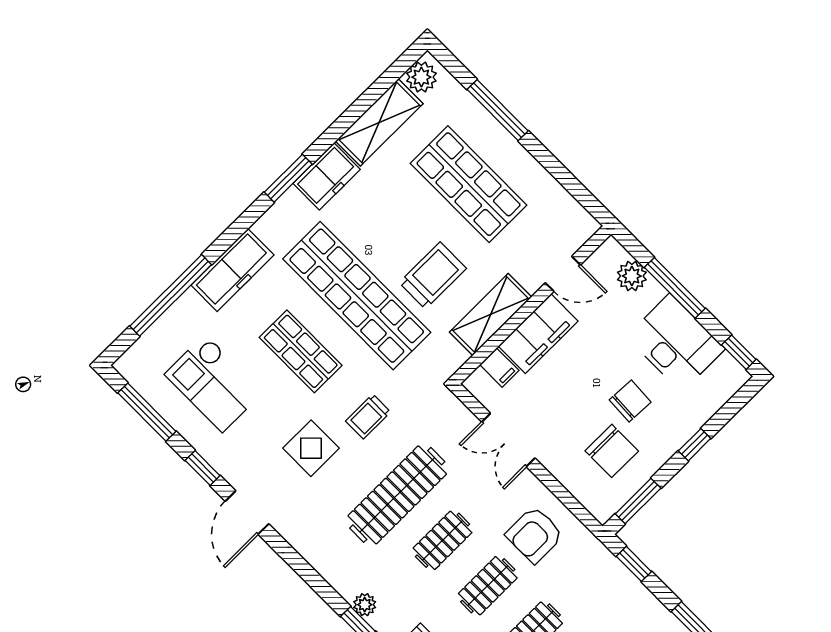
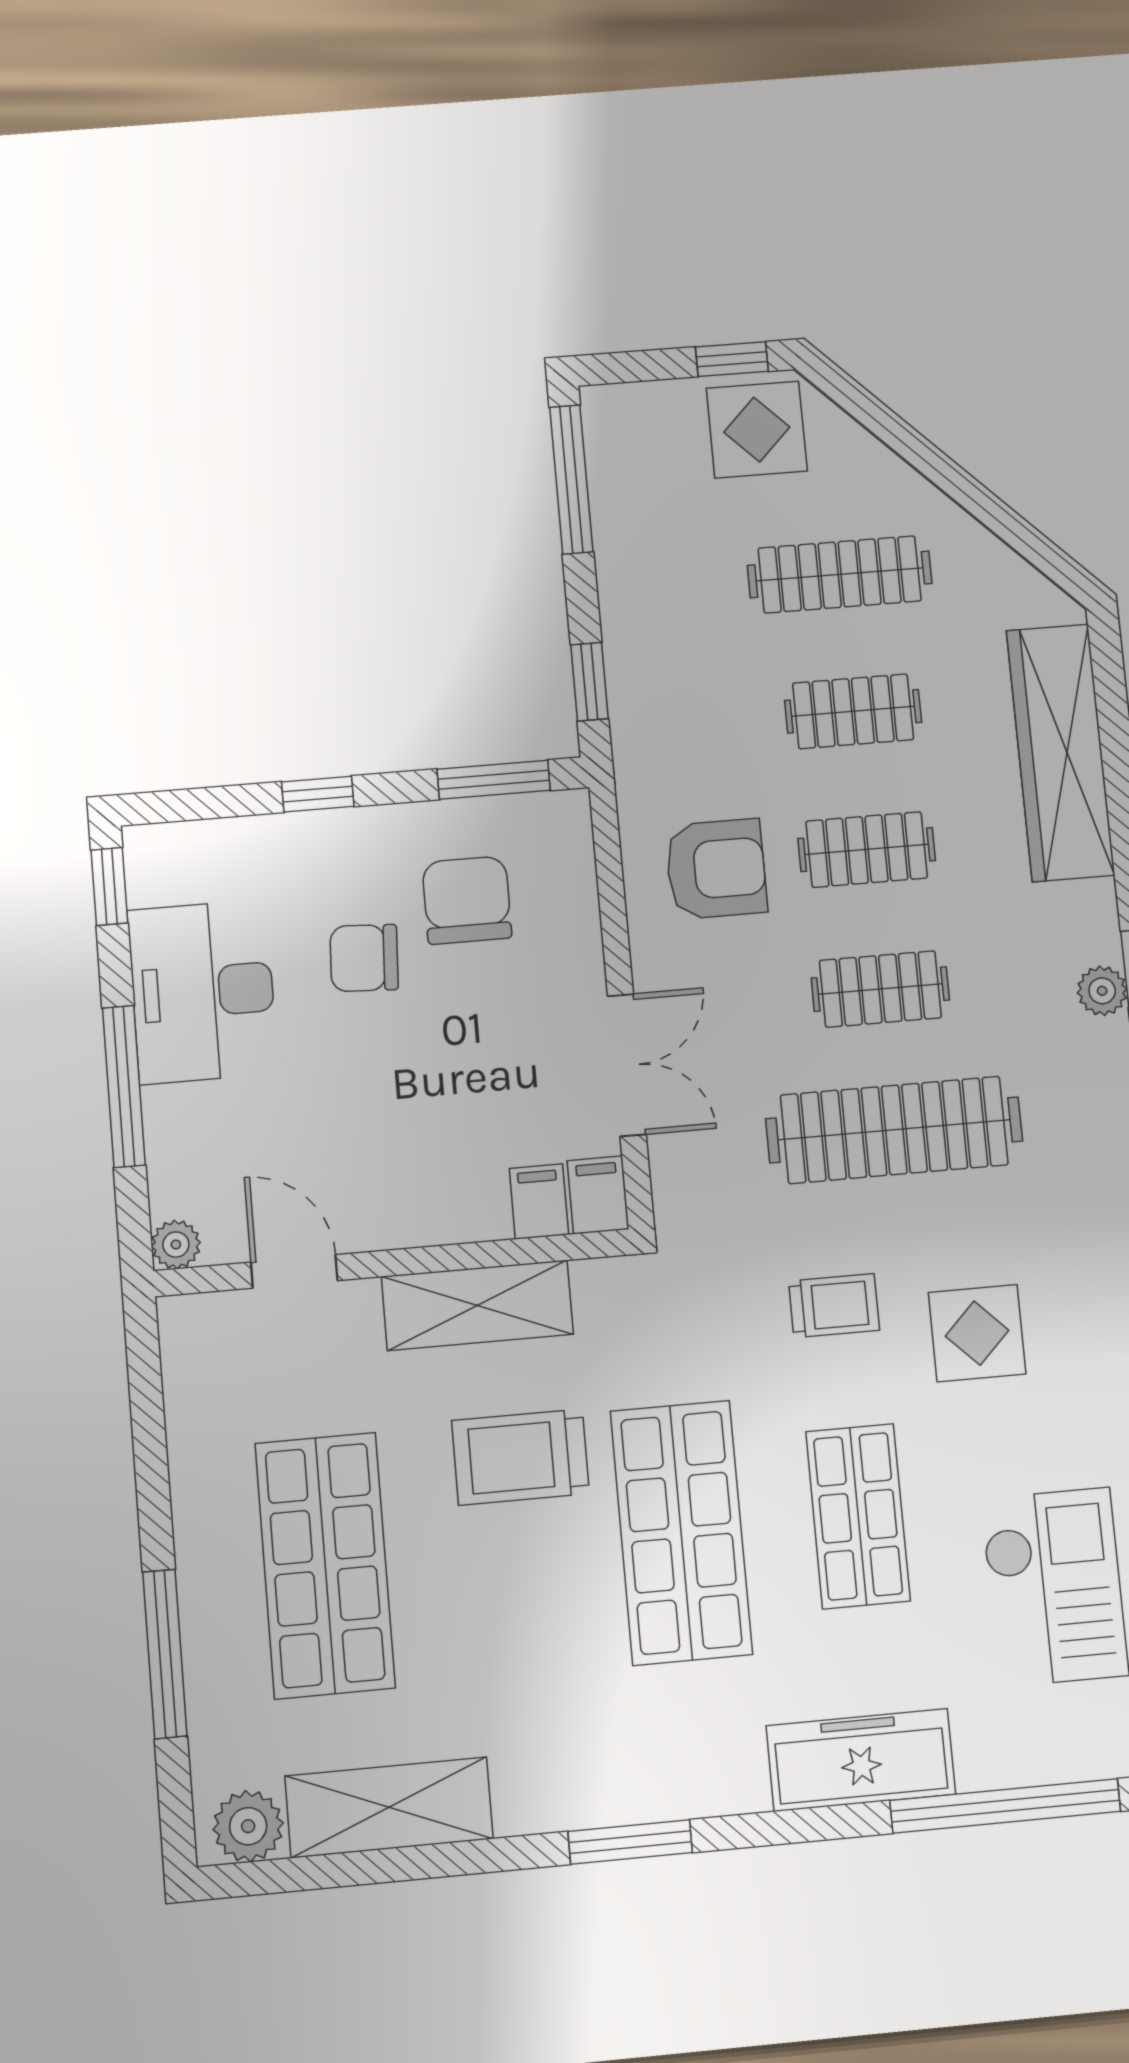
freezer: (327, 176) -> (560, 1788), removed
plant: (632, 276) -> (176, 1245), moved, width x0.73, depth x0.73
shop shelf: (357, 296) -> (681, 1533), width x0.71
filing cabinet: (538, 334) -> (598, 1195), moved, width x0.33, depth x0.86

